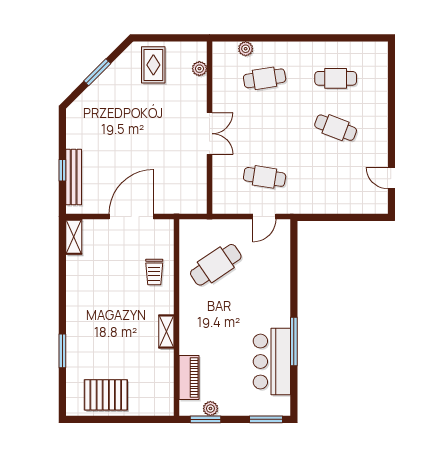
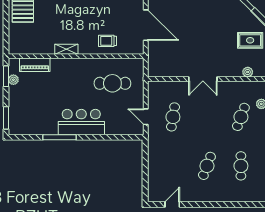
cafe table: (265, 78) -> (241, 117), turned 30
cafe table: (216, 265) -> (112, 83), turned -56
bar counter: (272, 362) -> (81, 122), moved

